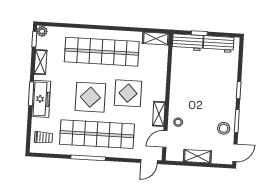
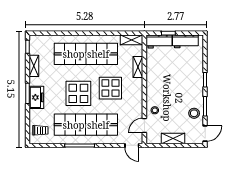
plant: (42, 31) -> (34, 39), removed
freezer: (41, 99) -> (36, 97), width x0.71
shelving: (159, 114) -> (138, 67), moved
door: (149, 162) -> (132, 145), hinge flipped

